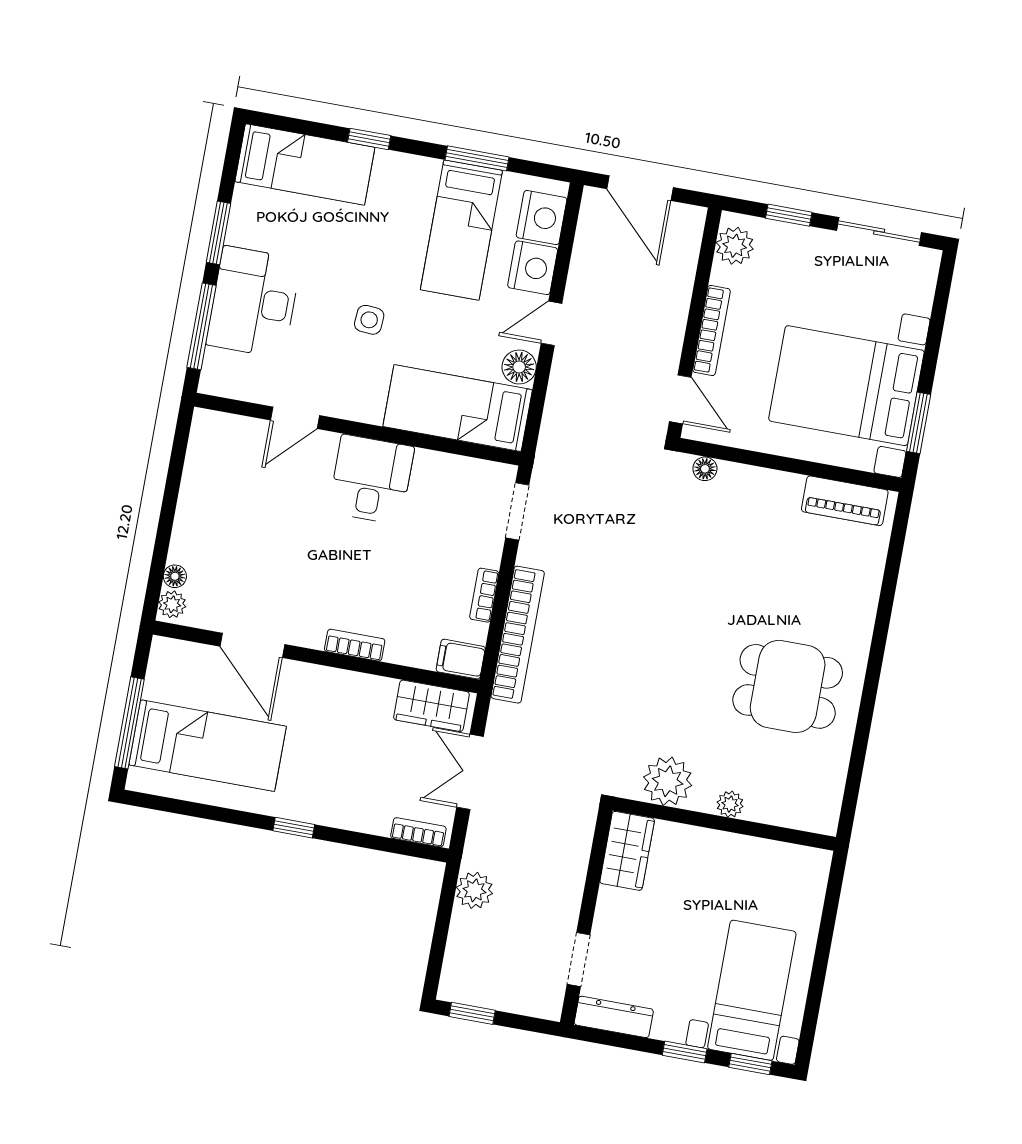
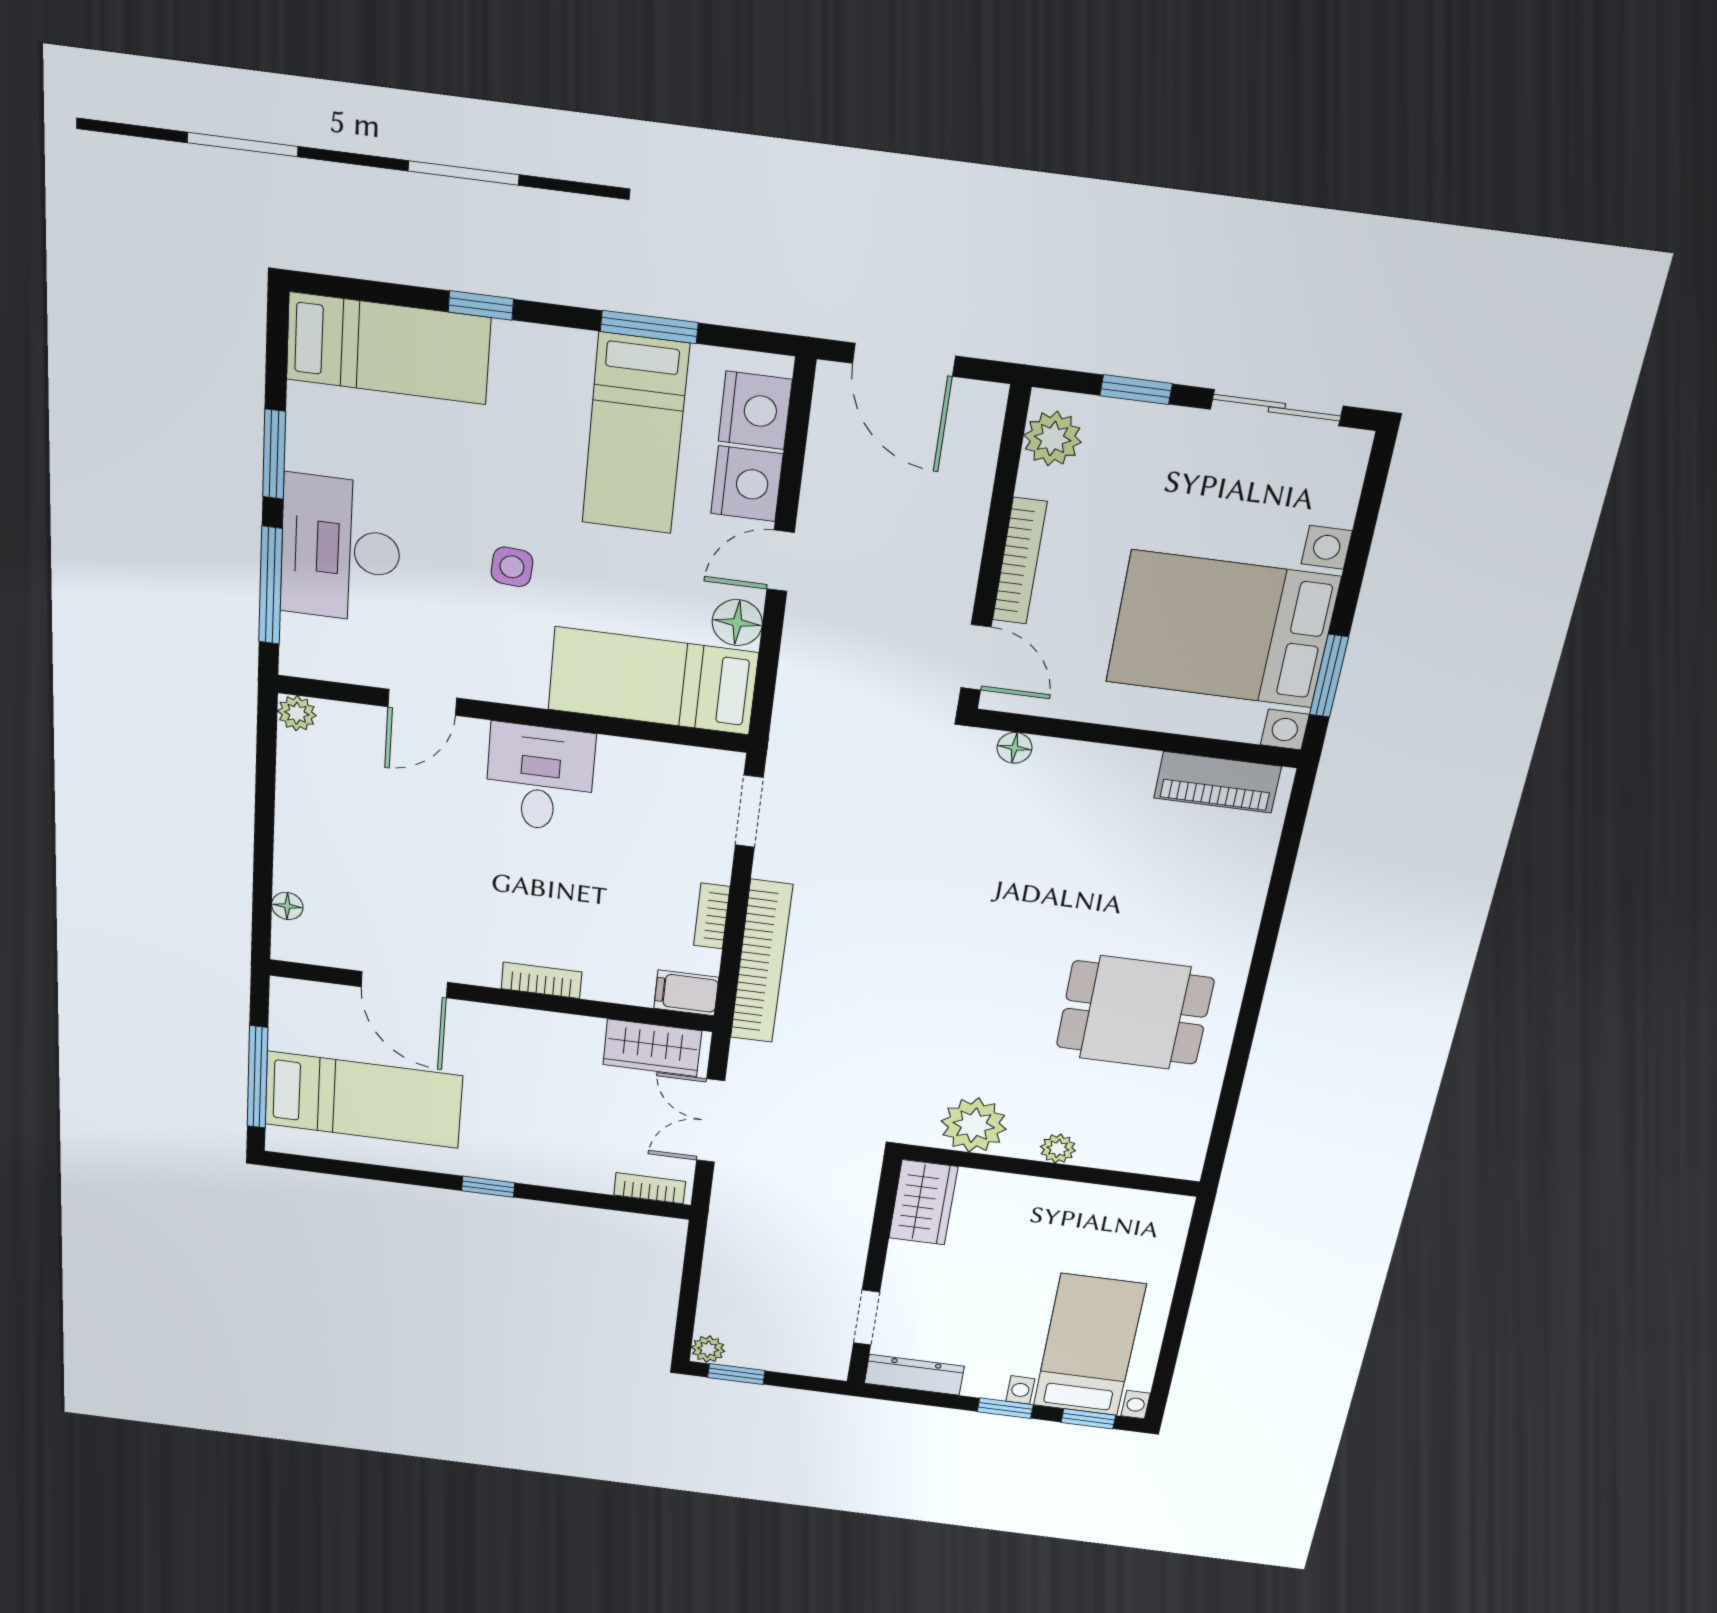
plant: (172, 604) -> (297, 713), moved
plant: (474, 890) -> (708, 1349), moved, width x0.73, depth x0.73

